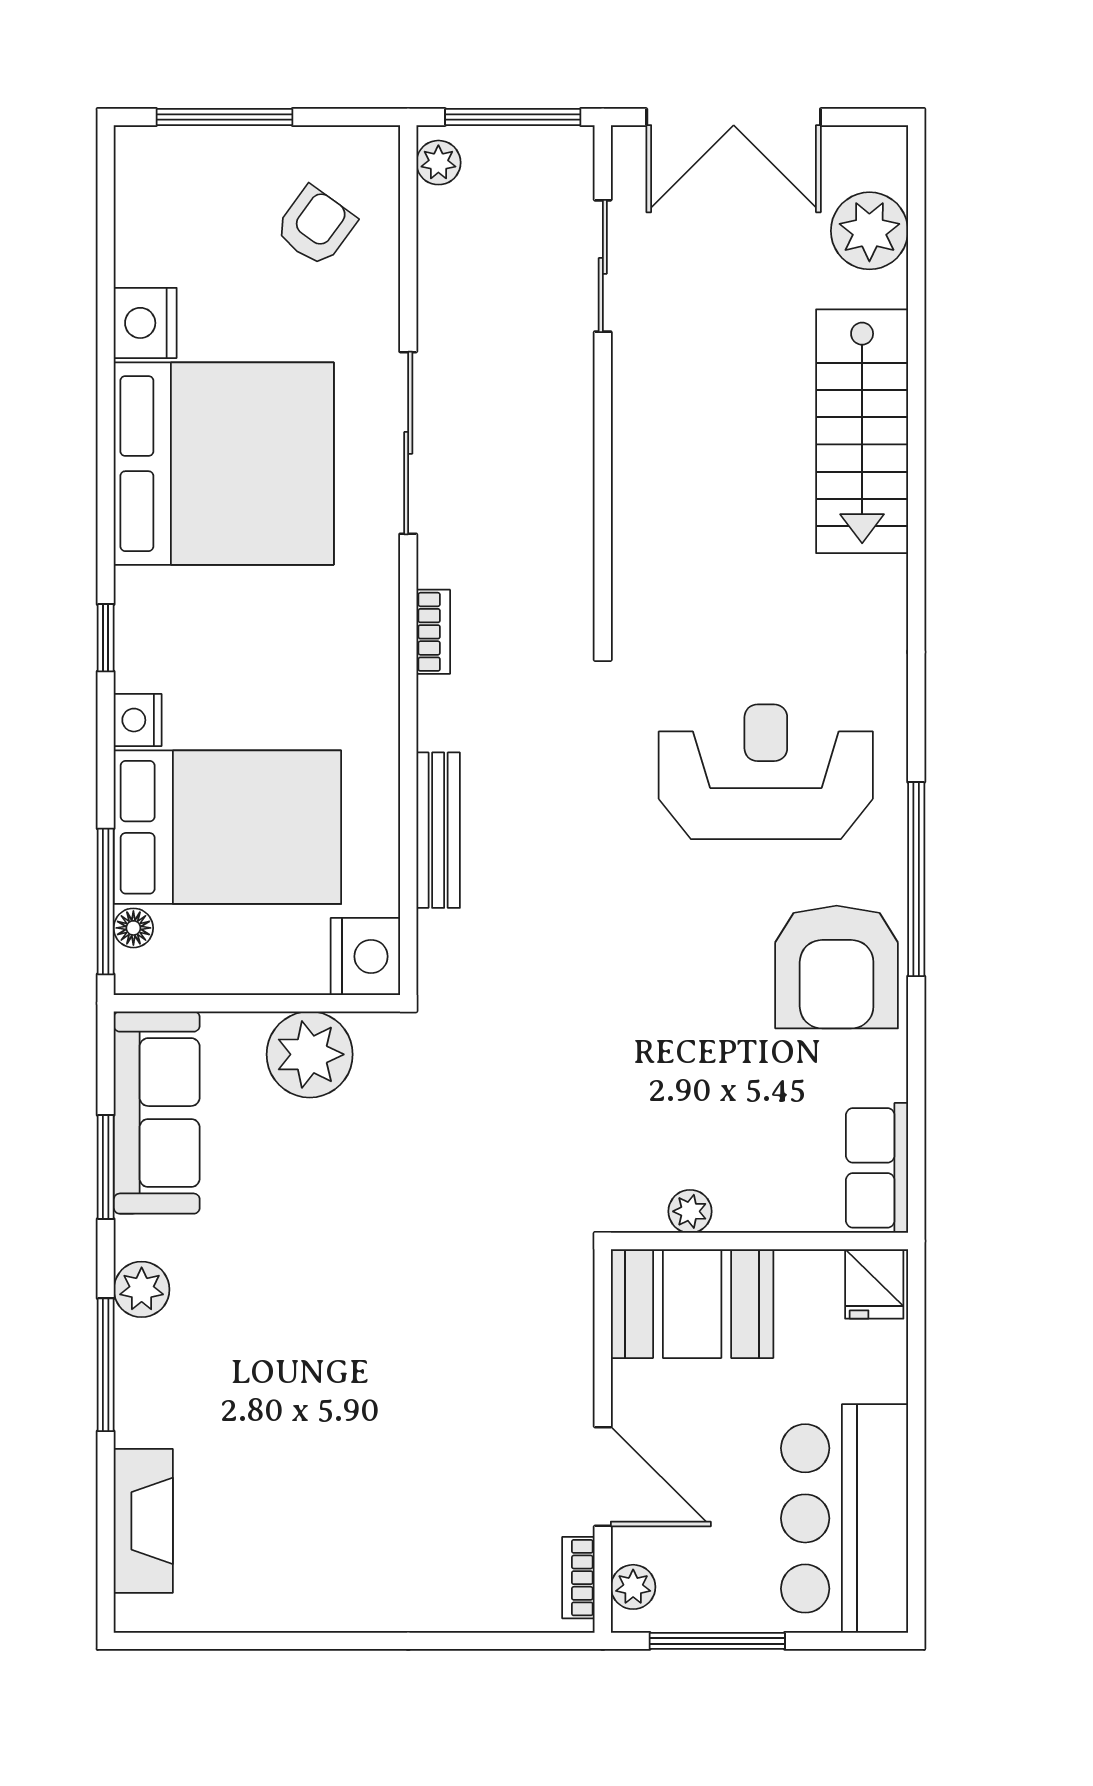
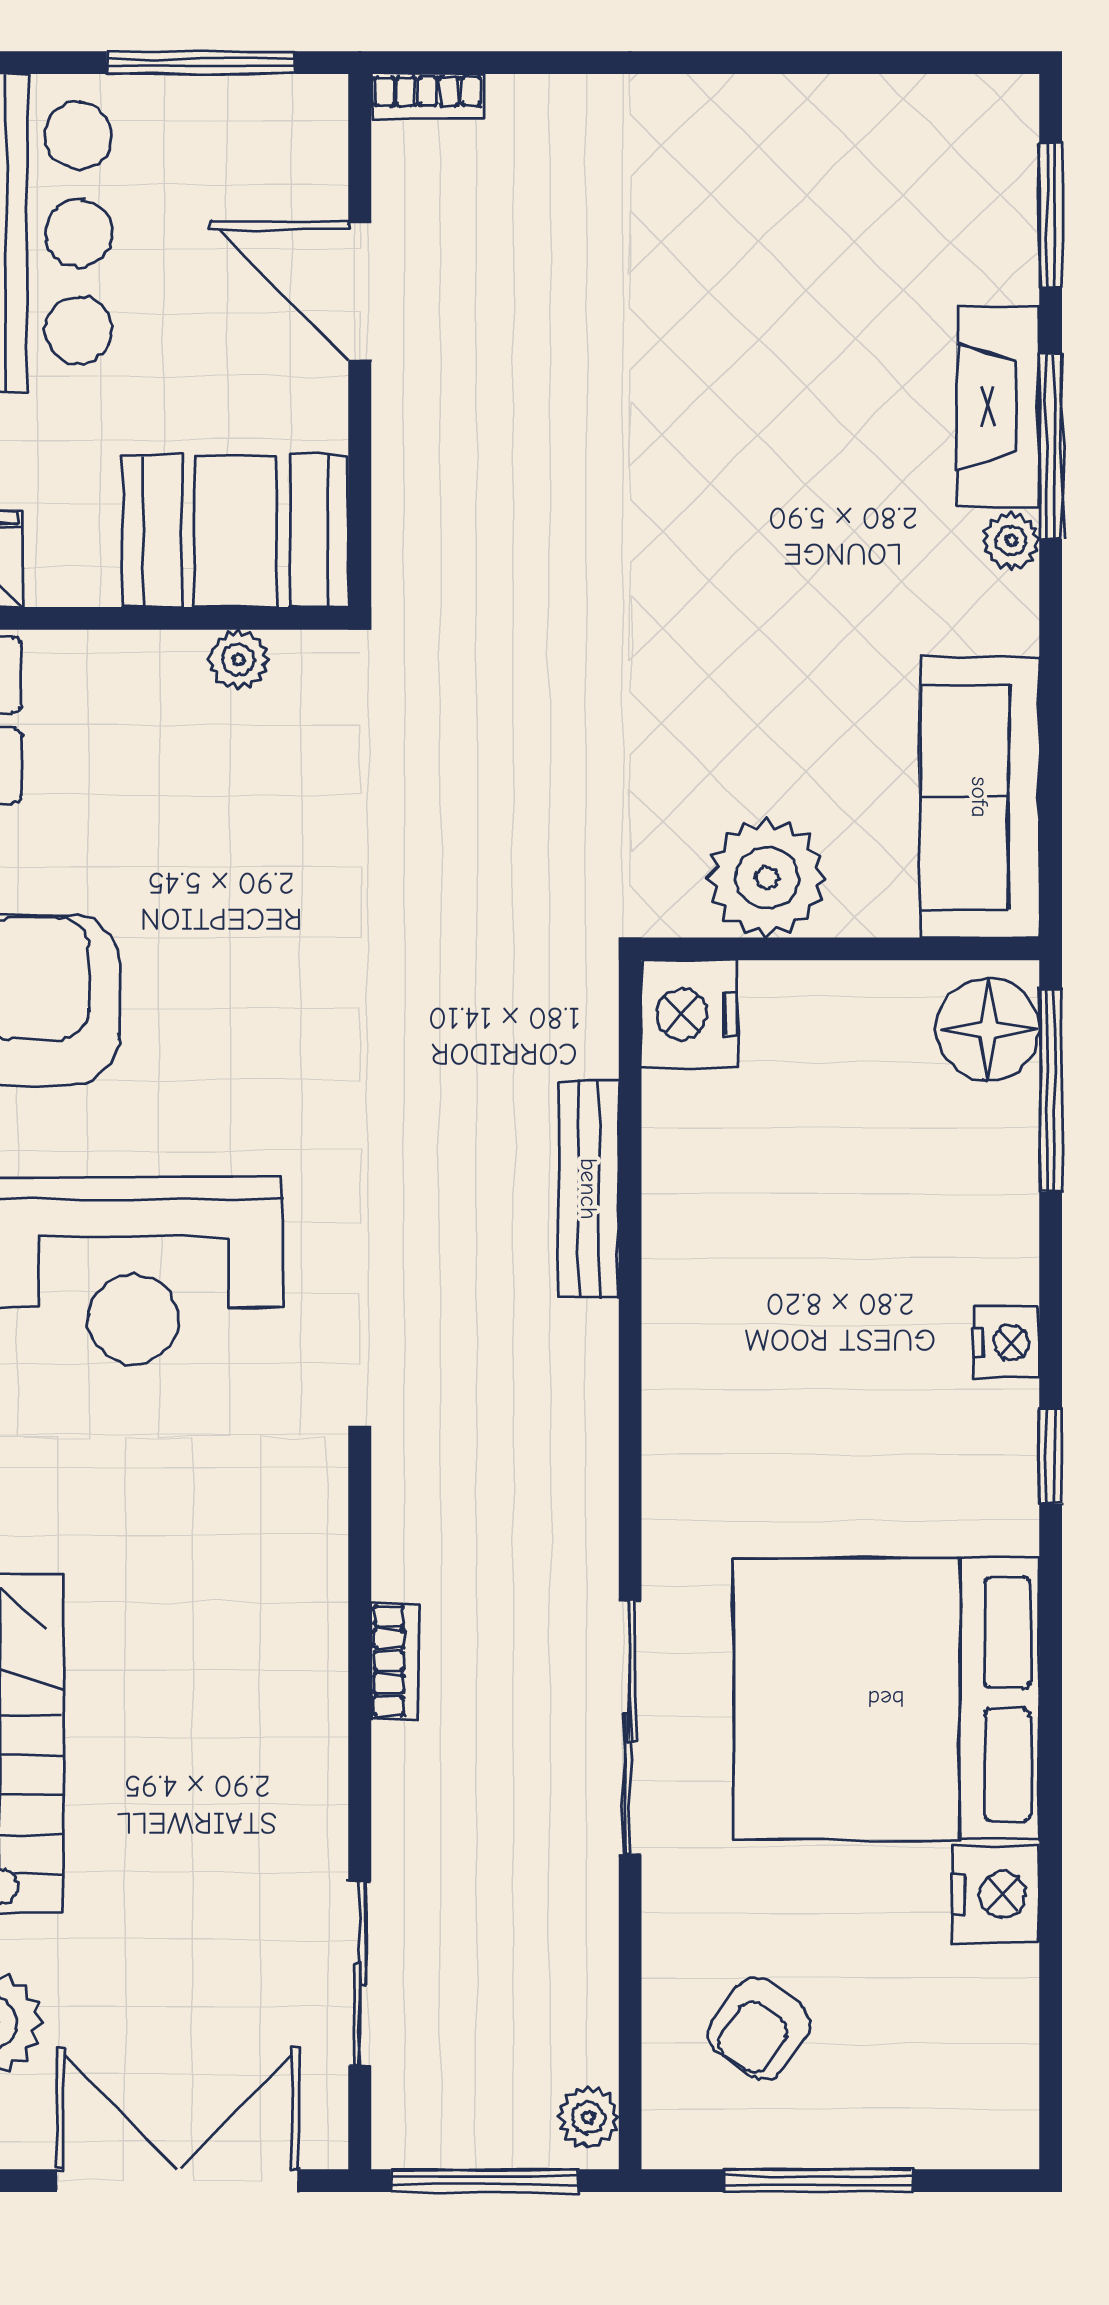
window: (224, 117) -> (819, 2181), moved
bookcase: (433, 632) -> (394, 1661), moved, turned 180
bed: (227, 827) -> (881, 1194), removed
floor lamp: (133, 928) -> (988, 1029), width x1.89, depth x1.89
window: (106, 1167) -> (1051, 215), moved
plant: (142, 1289) -> (1011, 541), width x0.73, depth x0.73
fireplace: (143, 1521) -> (998, 407), moved
bookcase: (578, 1578) -> (428, 97), moved, turned 90
plant: (633, 1587) -> (318, 138), removed

